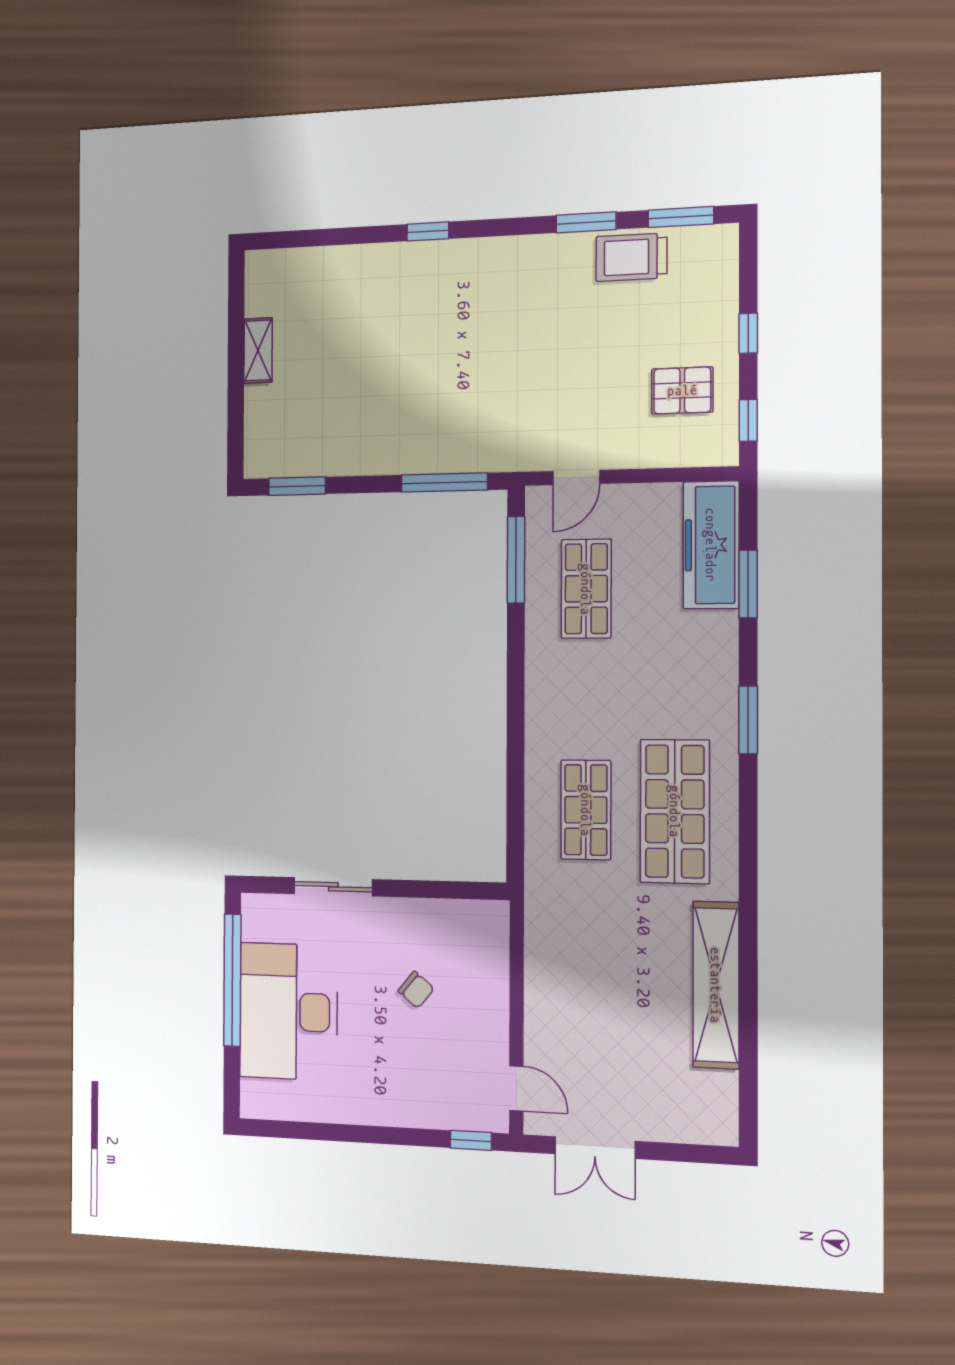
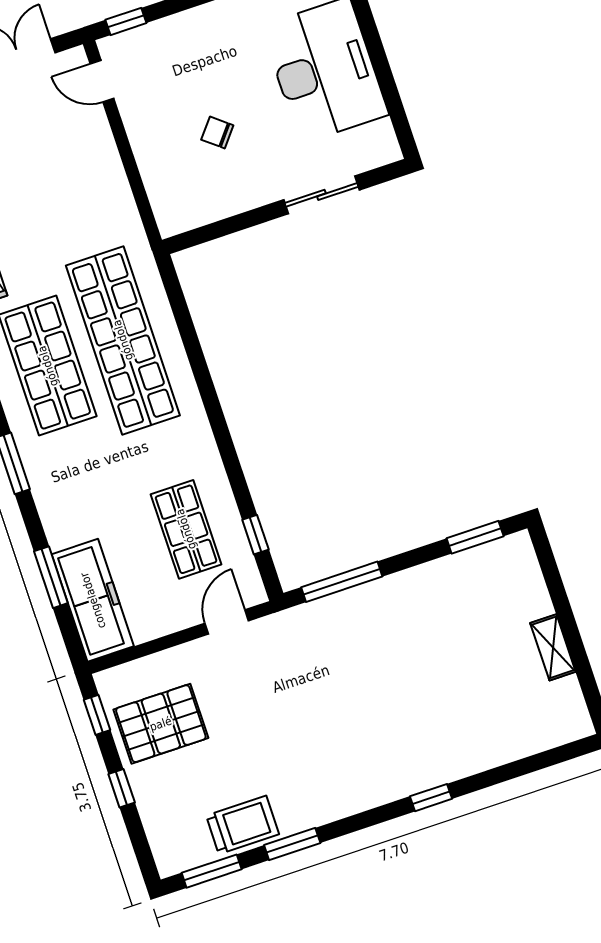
pallet: (682, 390) -> (161, 724), width x1.50, depth x1.42
window: (516, 560) -> (255, 535), width x0.46
shop shelf: (586, 810) -> (123, 340), width x2.00, depth x1.36
window: (232, 980) -> (386, 78), removed

